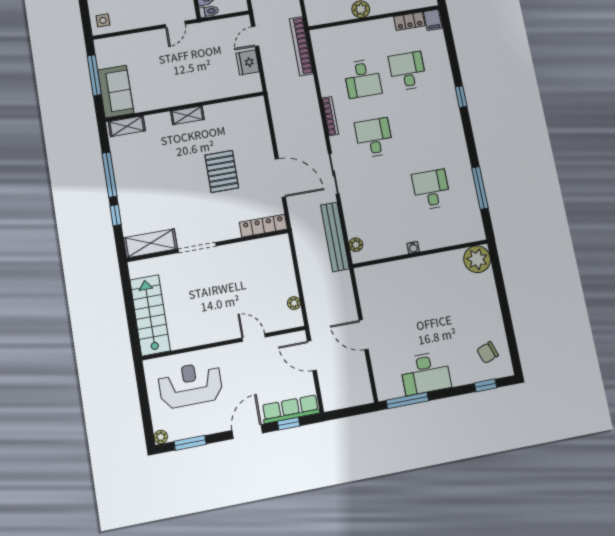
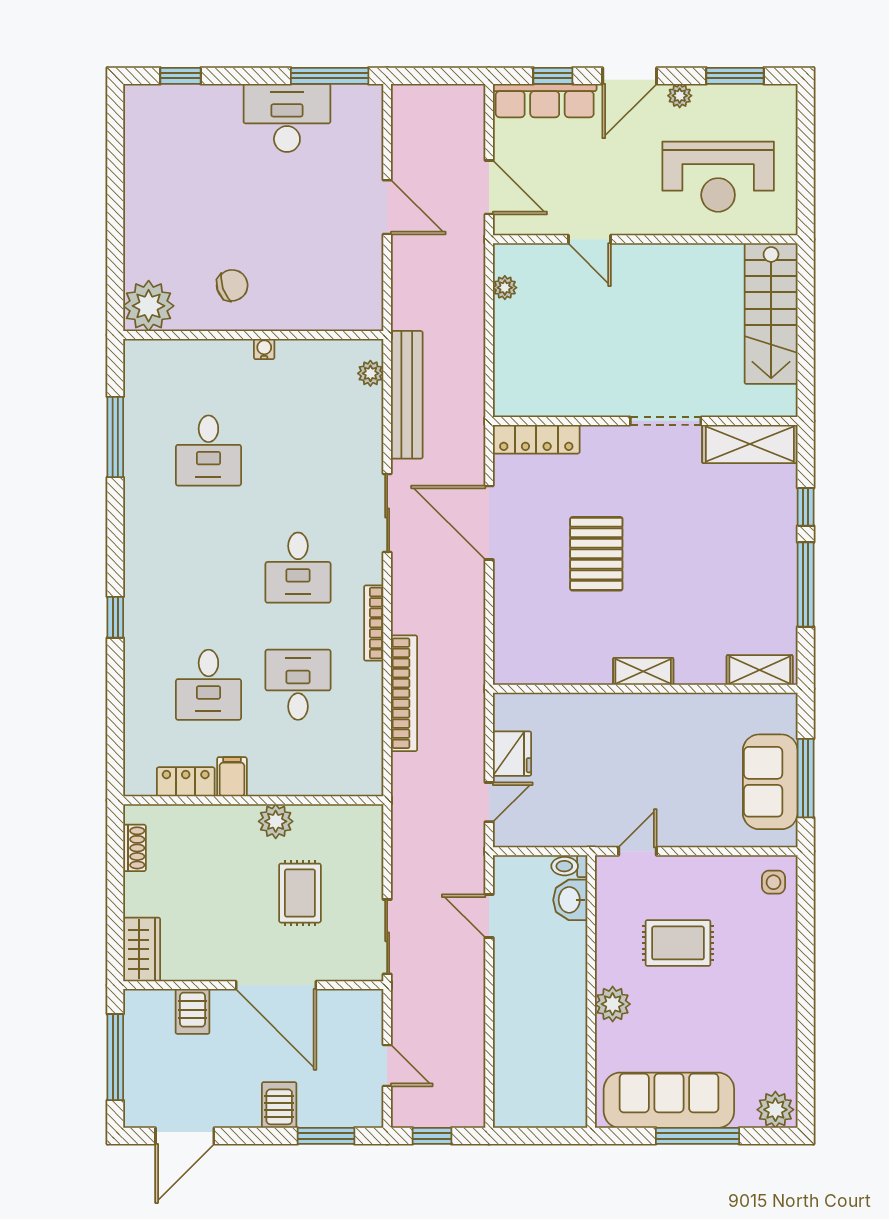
filing cabinet: (433, 20) -> (232, 777), moved
bookcase: (301, 46) -> (404, 693), moved
sofa: (116, 92) -> (770, 782), moved
chair: (488, 353) -> (232, 285), moved
plant: (161, 437) -> (680, 96), moved

